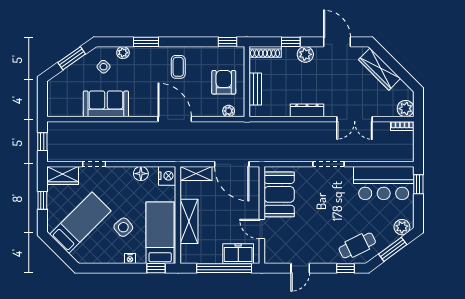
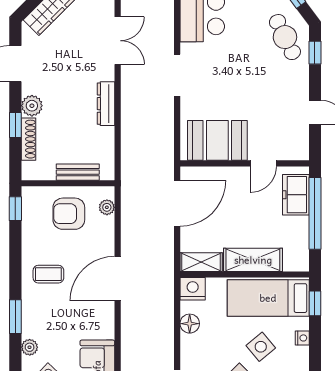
shoe rack: (265, 52) -> (29, 139), moved
shelving: (196, 173) -> (201, 262), moved, turned 90

